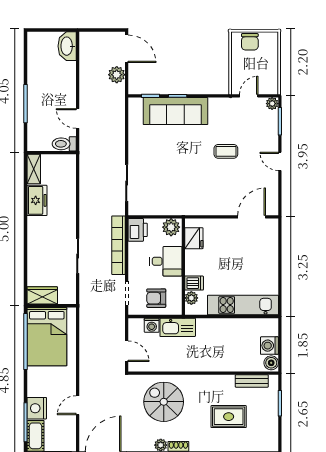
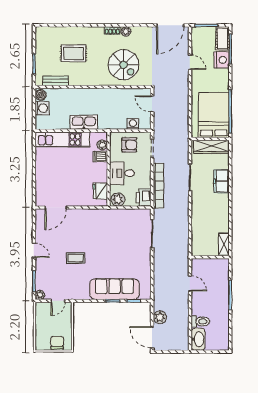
toilet: (64, 144) -> (200, 321), moved
freezer: (37, 200) -> (221, 181), moved
wardrobe: (42, 295) -> (212, 147), width x1.50
kitchen sink: (178, 327) -> (84, 122), moved
door: (78, 405) -> (190, 62), hinge flipped

